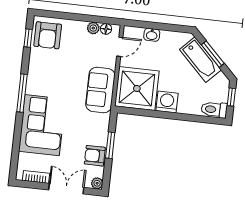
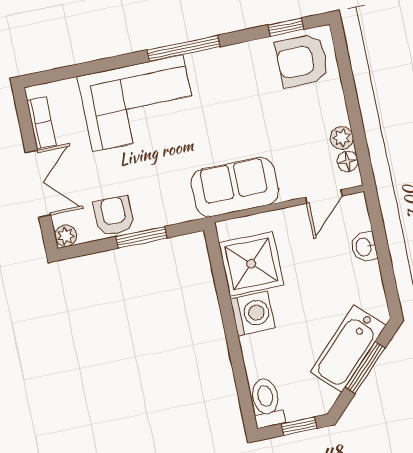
door: (120, 47) -> (324, 197), hinge flipped
shower: (137, 88) -> (251, 264), width x0.73, depth x0.73

